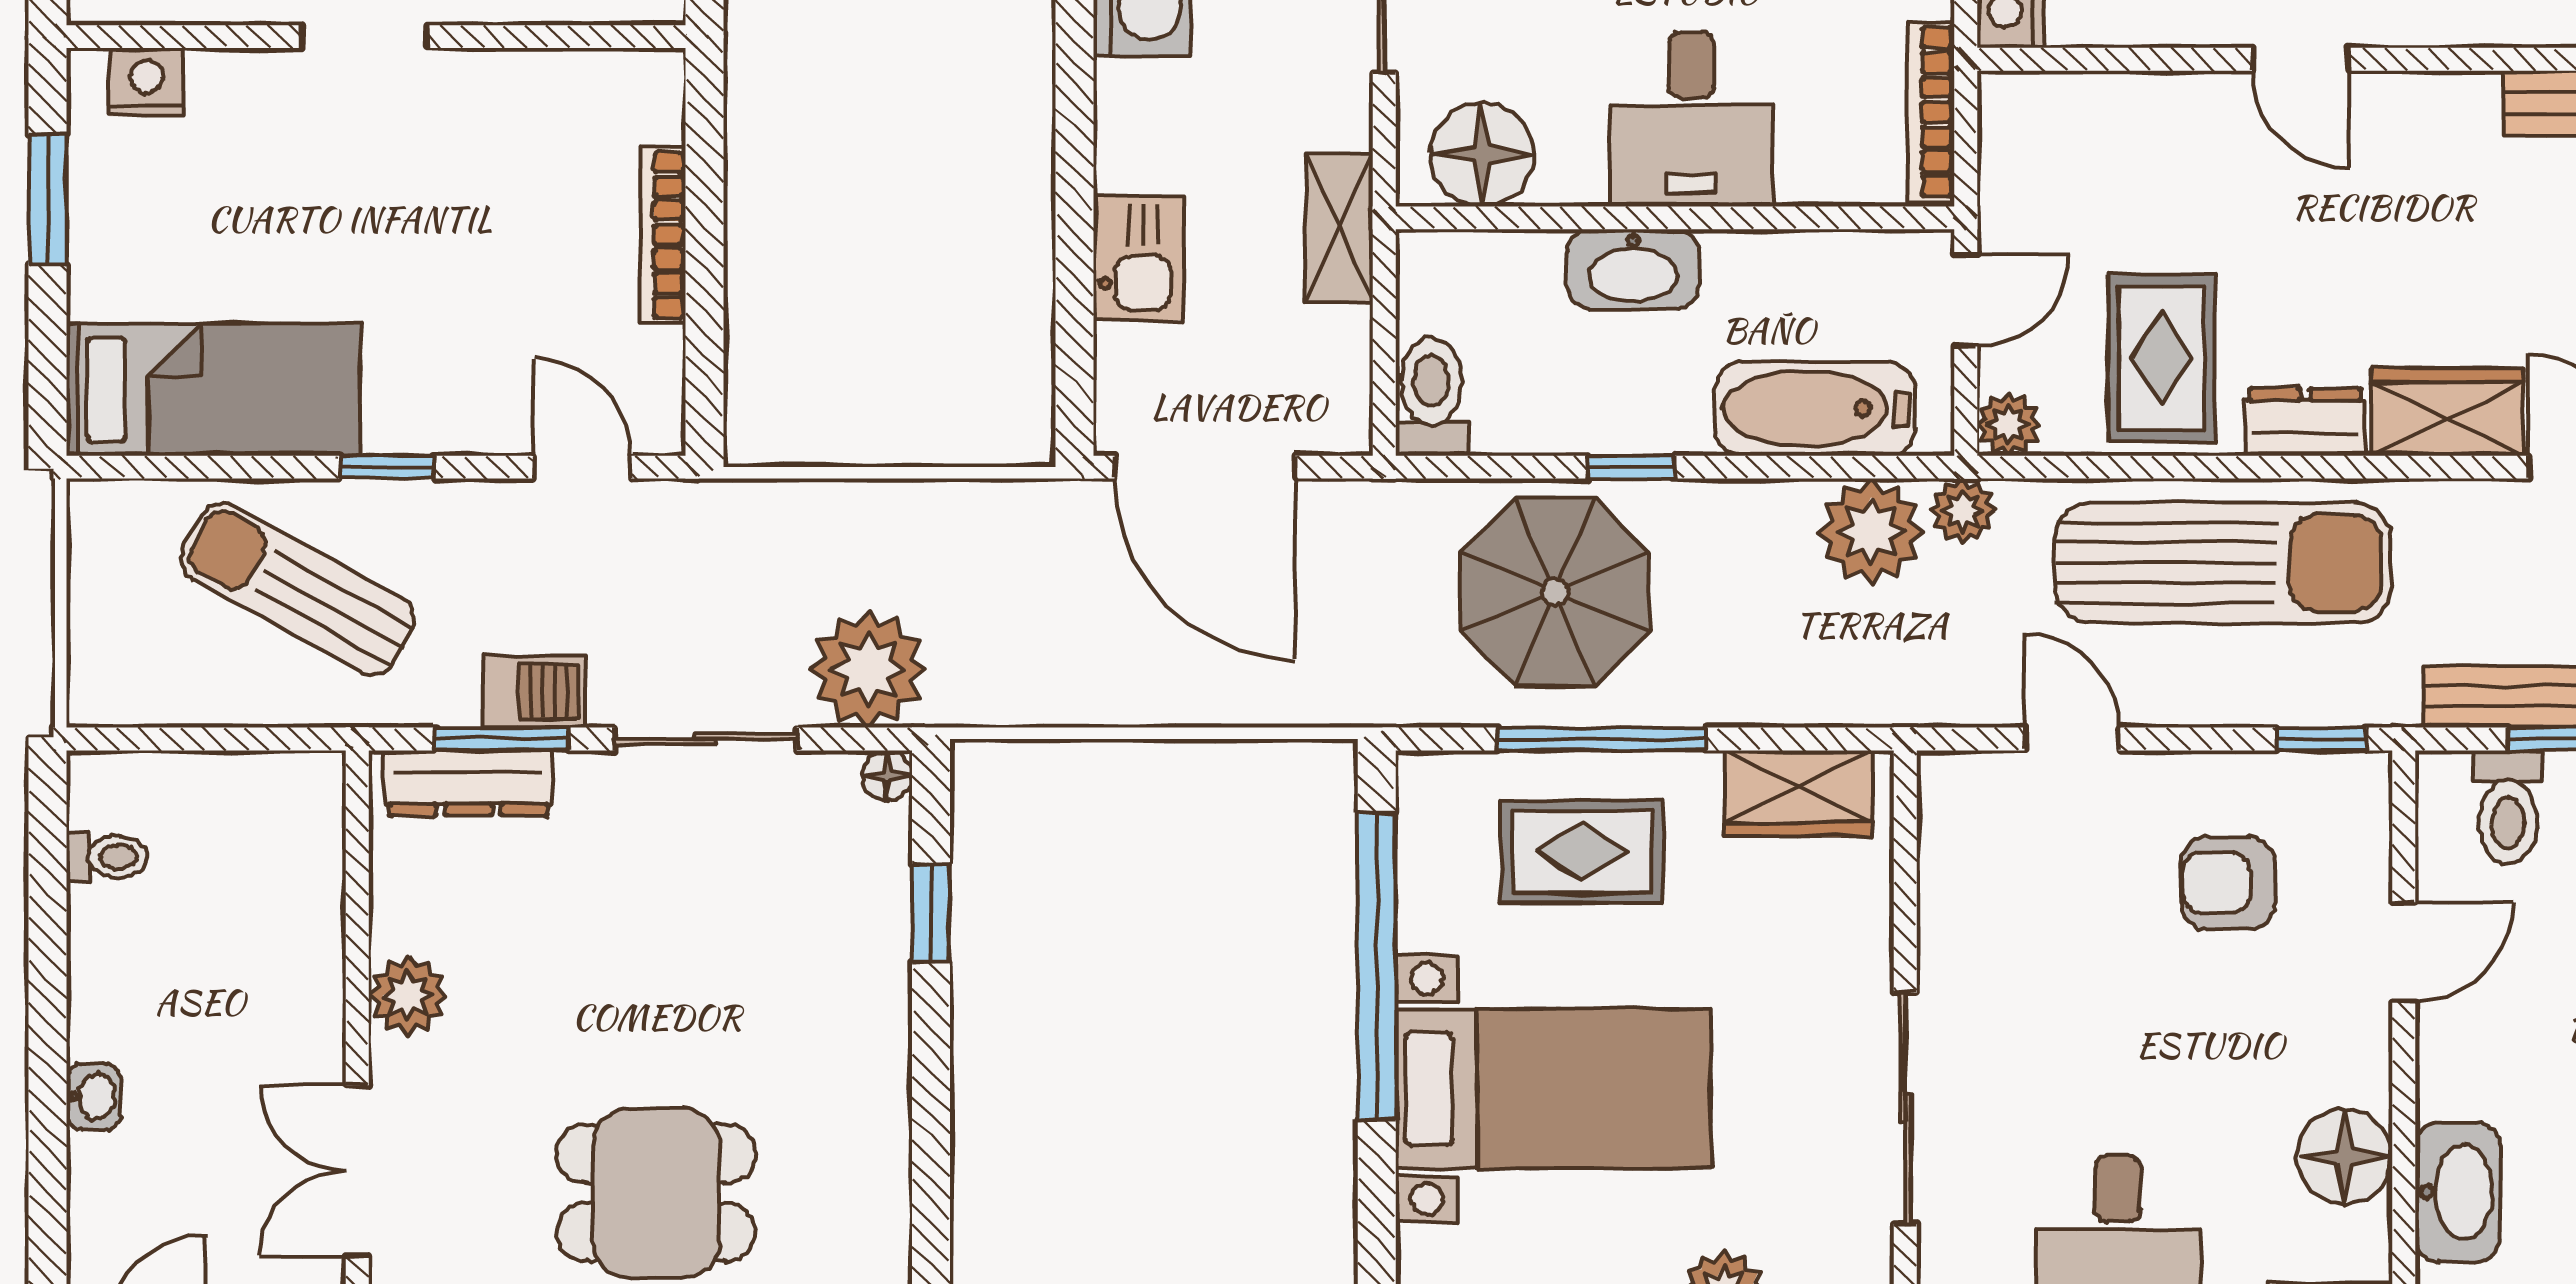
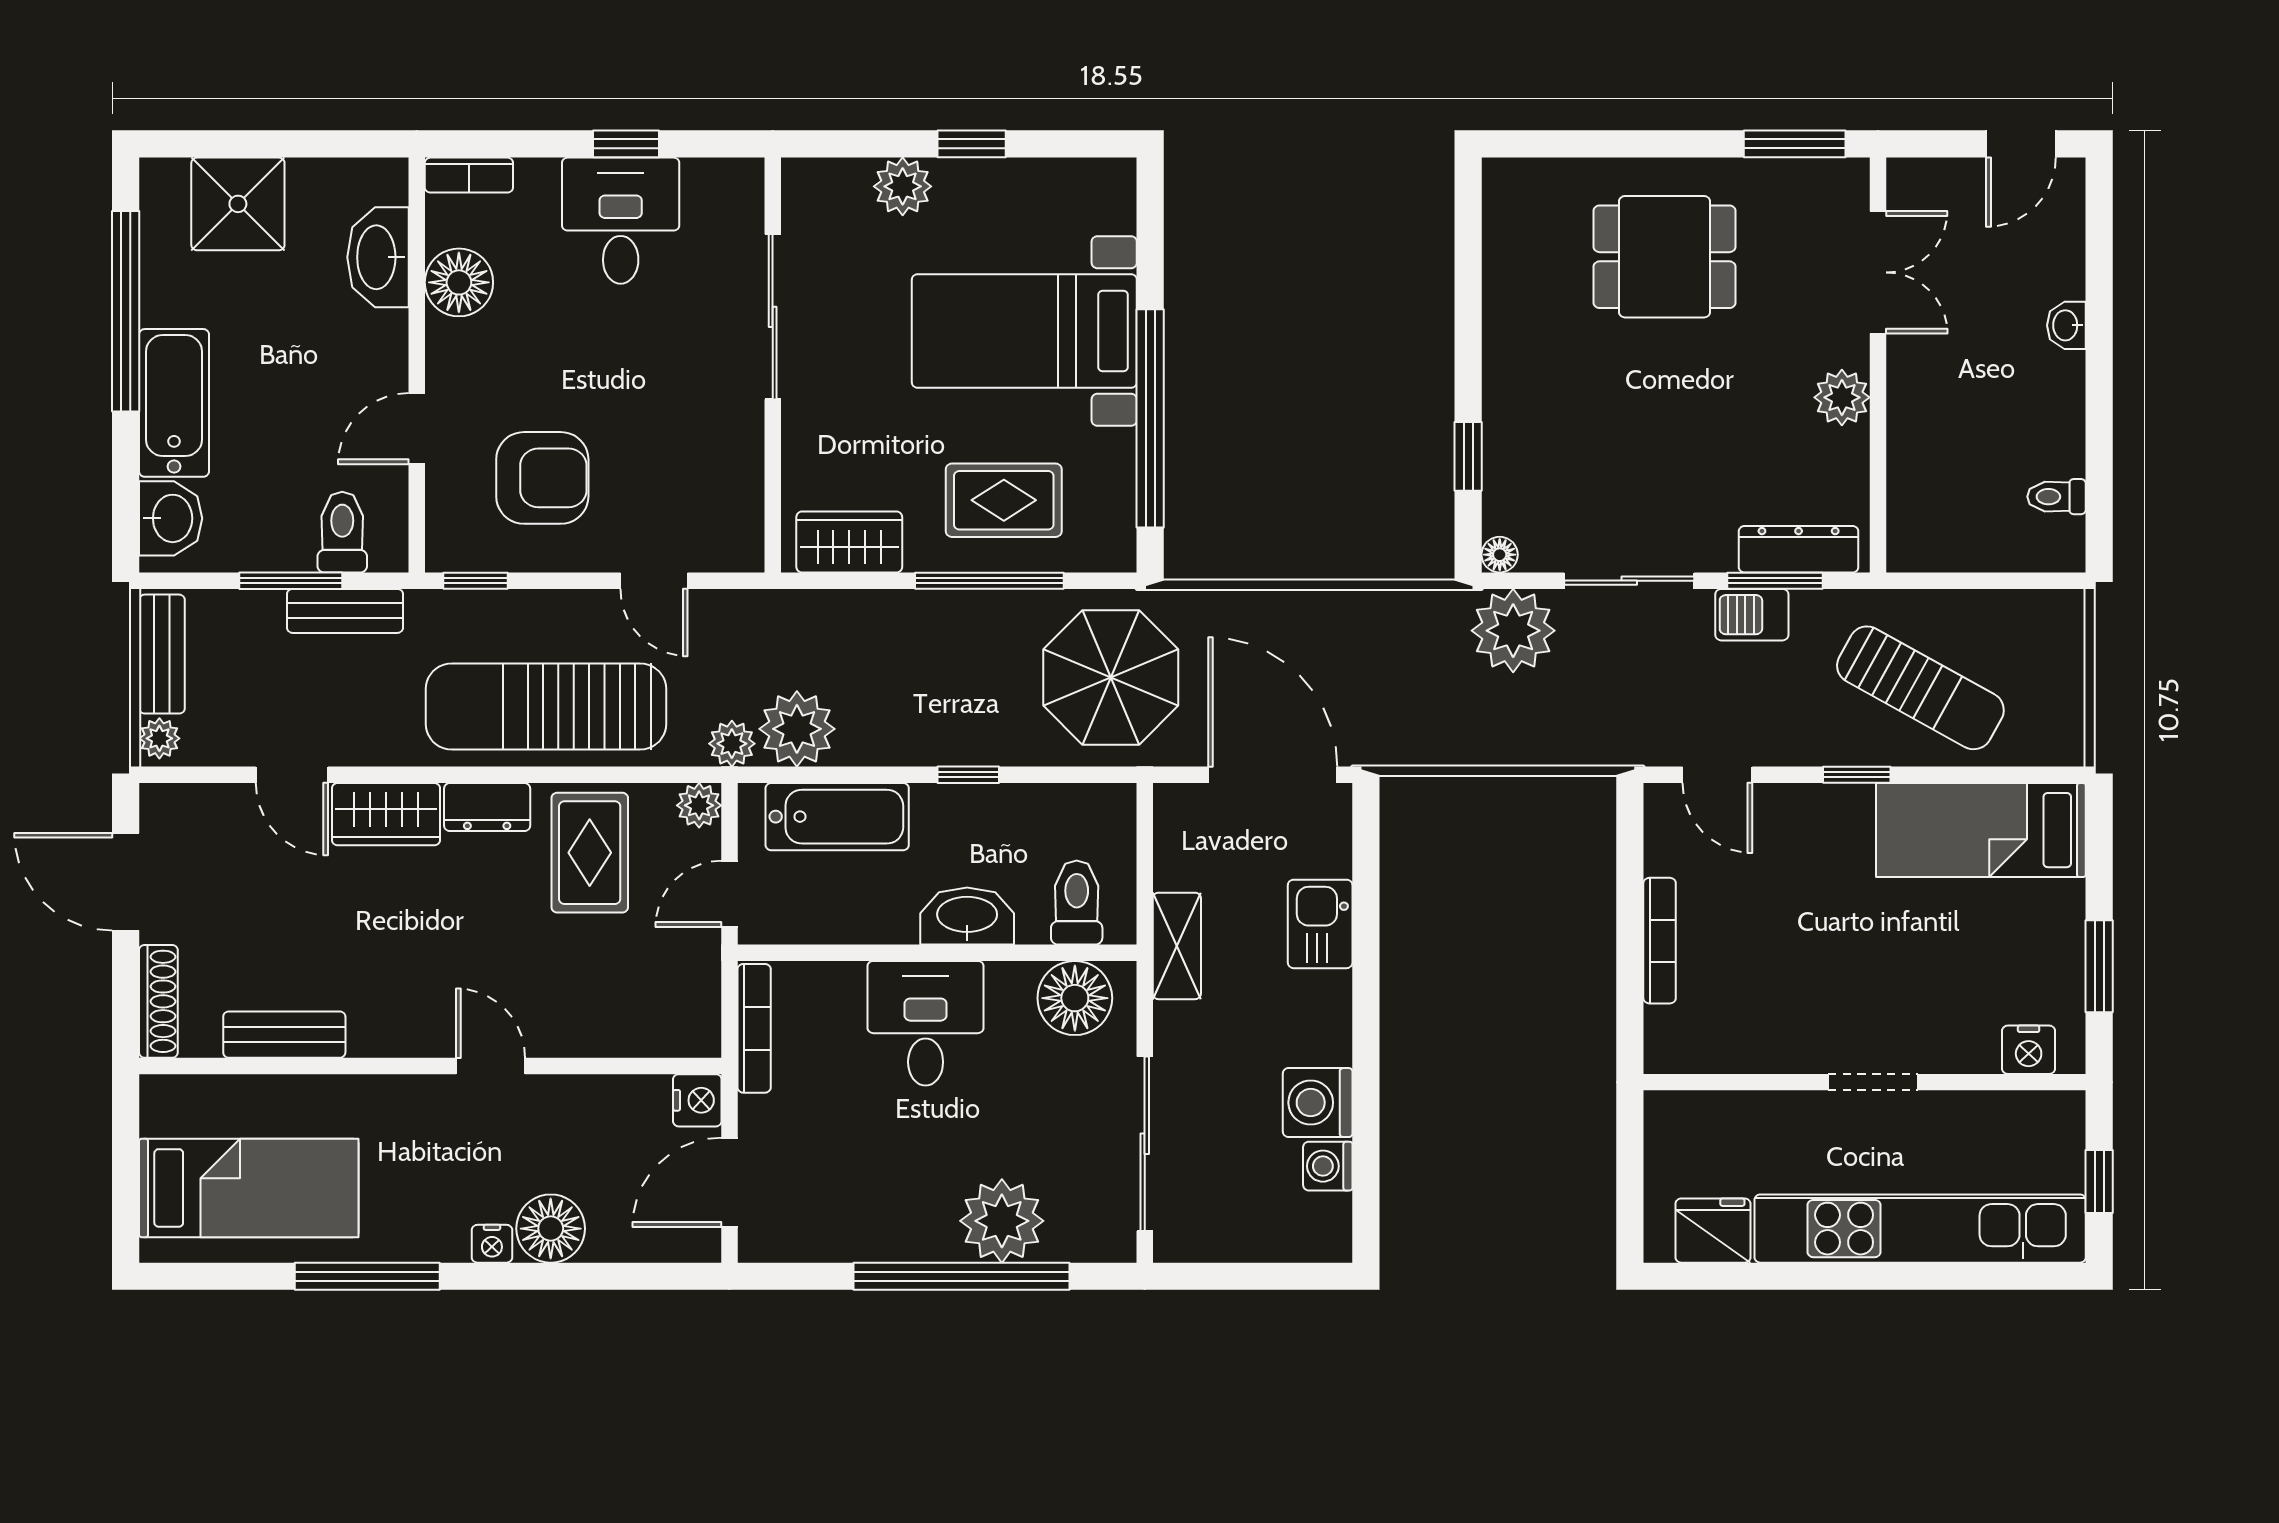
toilet: (1431, 397) -> (1077, 903), moved, turned 180
parasol: (1555, 592) -> (1111, 677), moved
armchair: (2228, 883) -> (542, 478), width x1.38, depth x1.38

